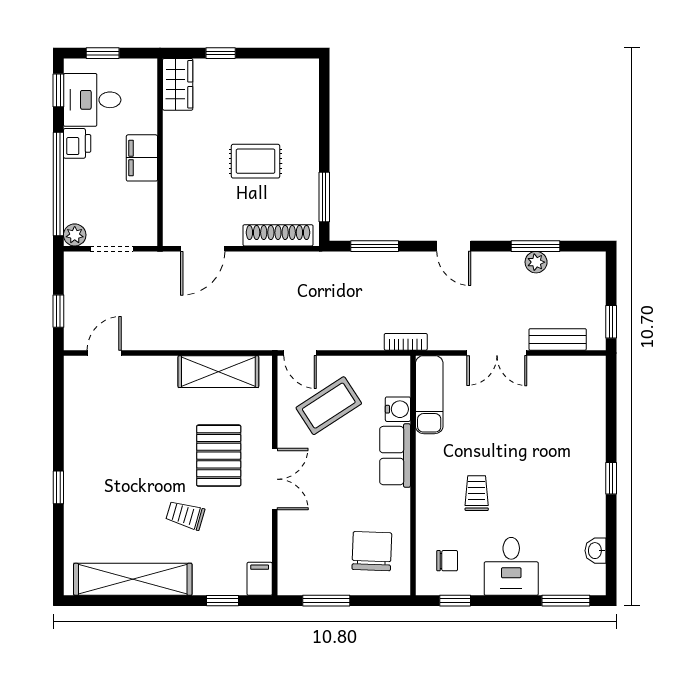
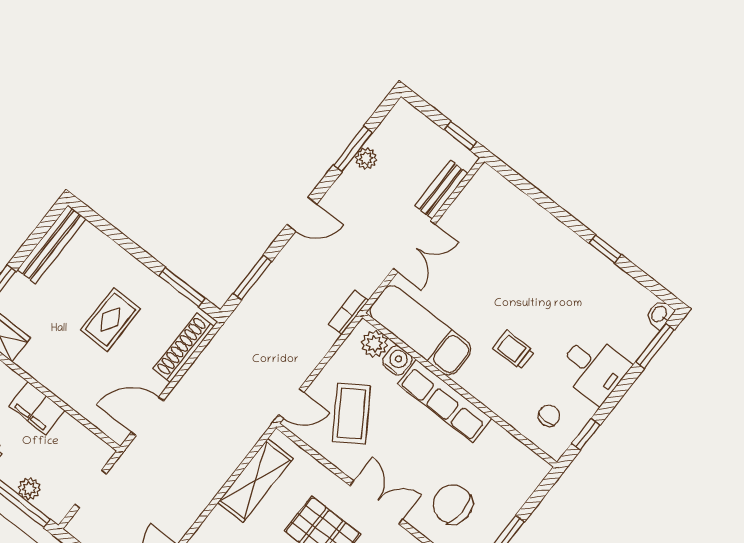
bench: (278, 70) -> (52, 244), added
plant: (75, 235) -> (29, 489), moved
door: (203, 249) -> (147, 416), swing flipped
plant: (397, 381) -> (374, 344), added
exam couch: (429, 395) -> (420, 330), width x1.36, depth x1.45
row of seats: (395, 456) -> (445, 401), width x1.48
window: (611, 478) -> (605, 249), moved
chair: (372, 551) -> (453, 504), moved
washbasin: (596, 551) -> (660, 314), moved, turned 90

